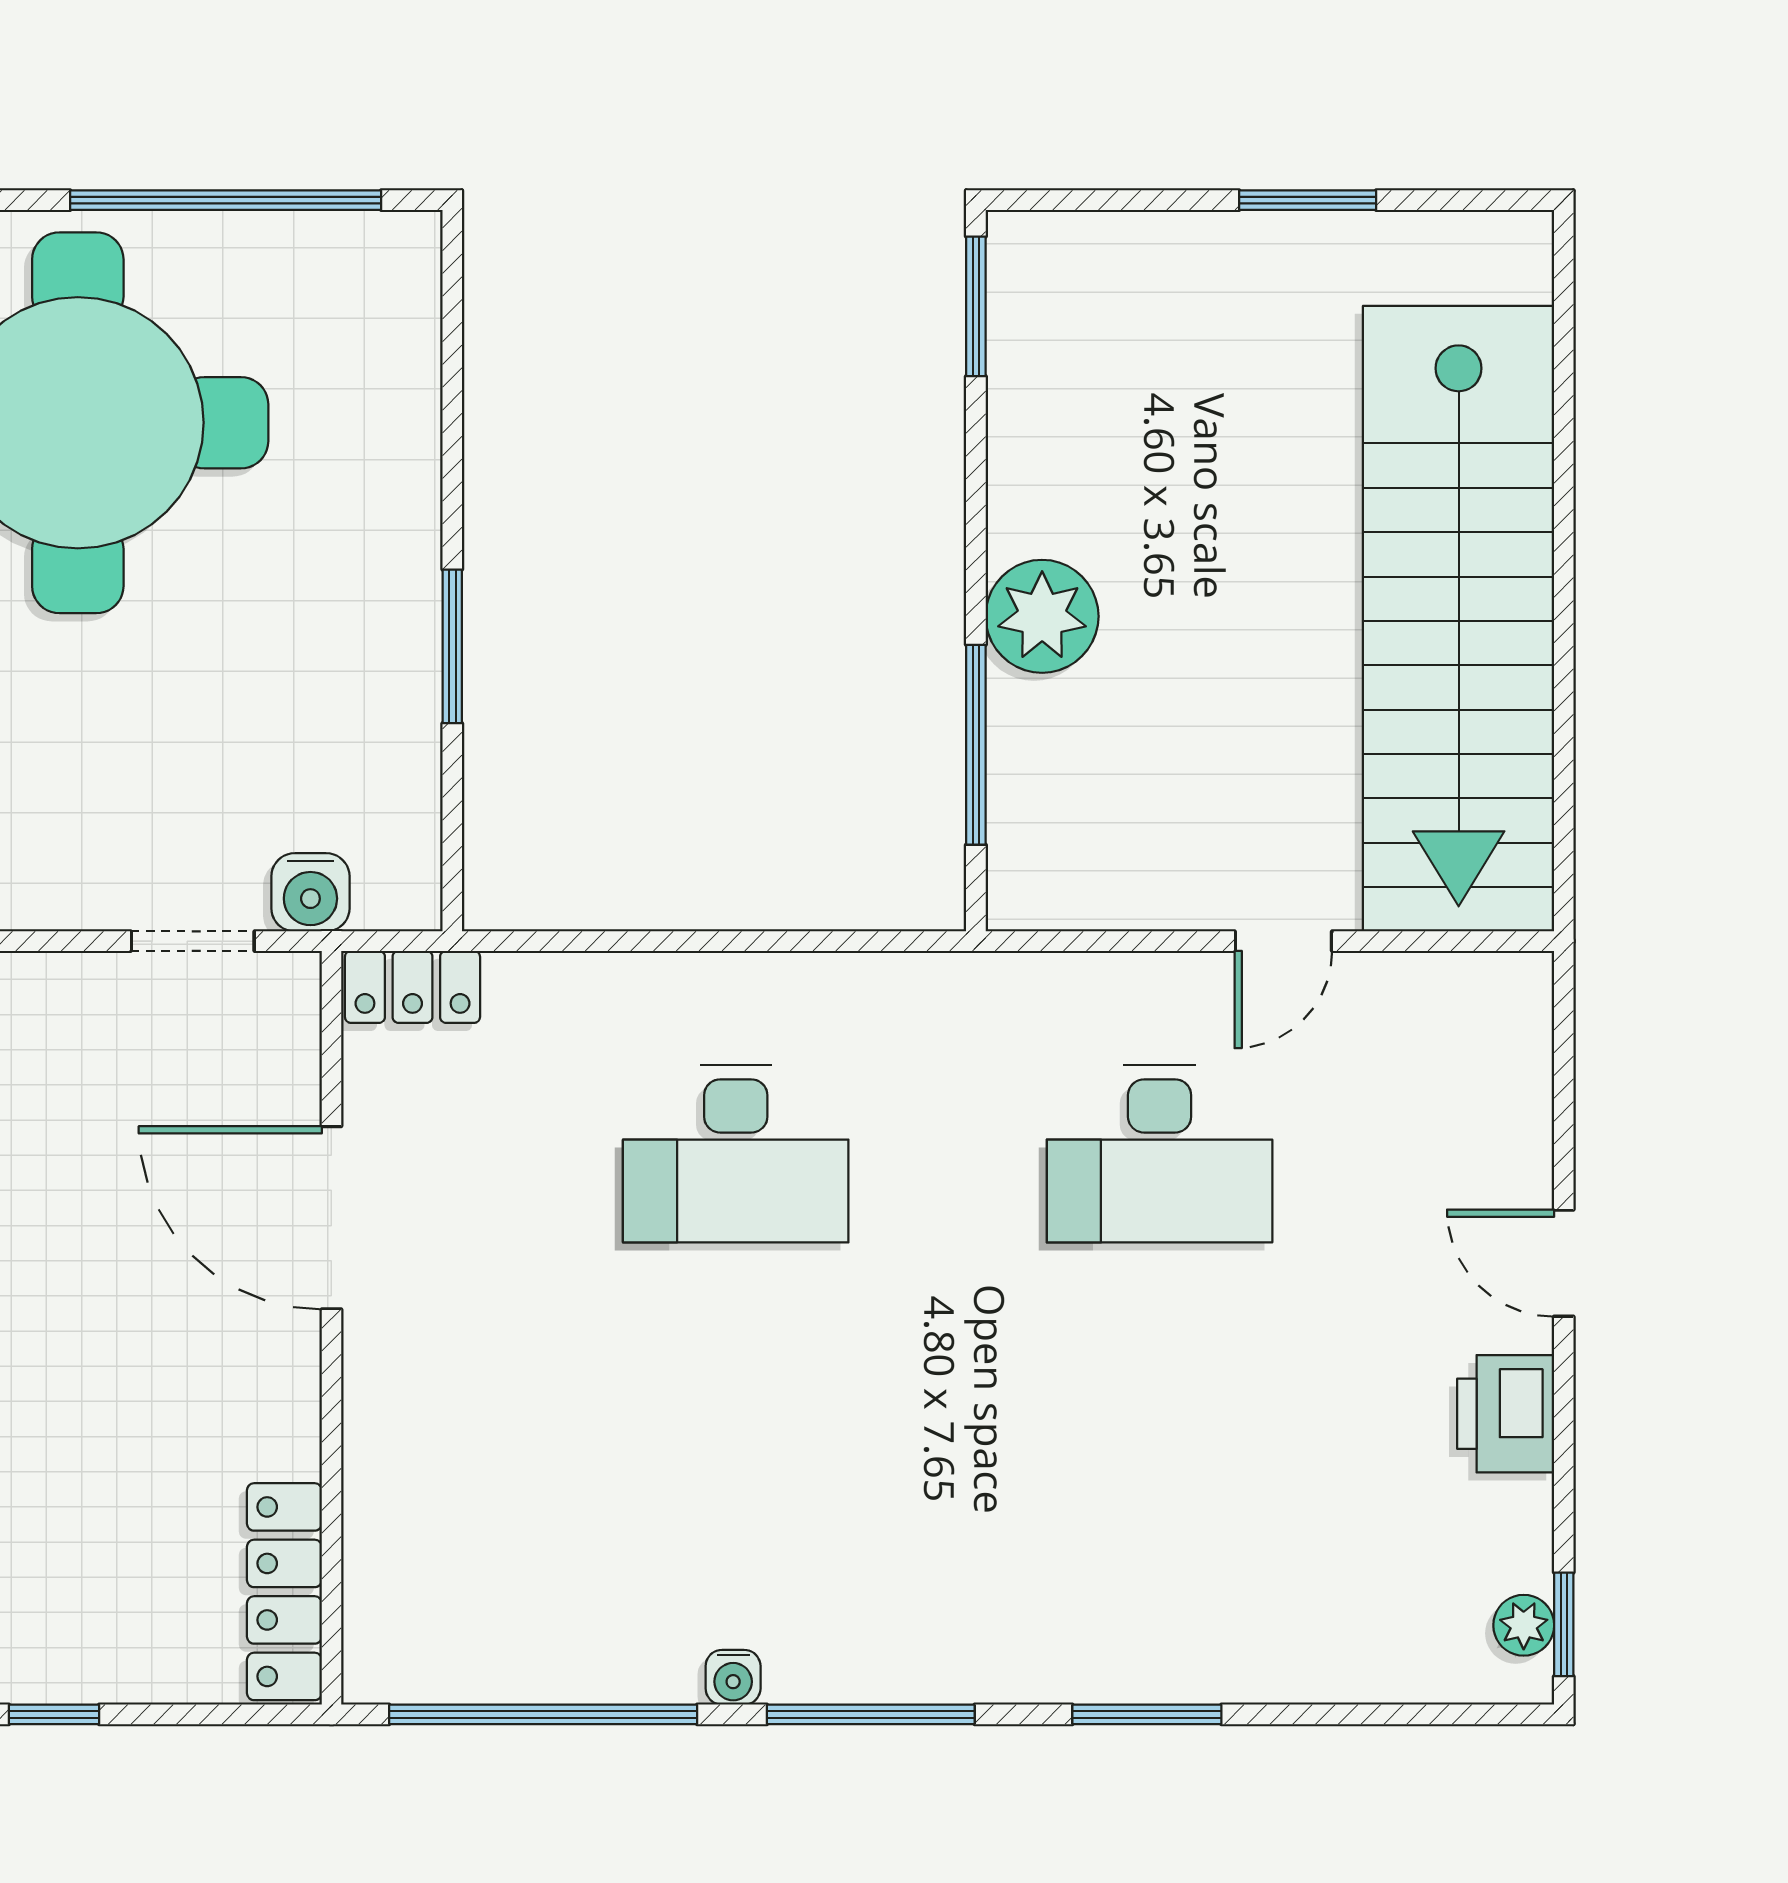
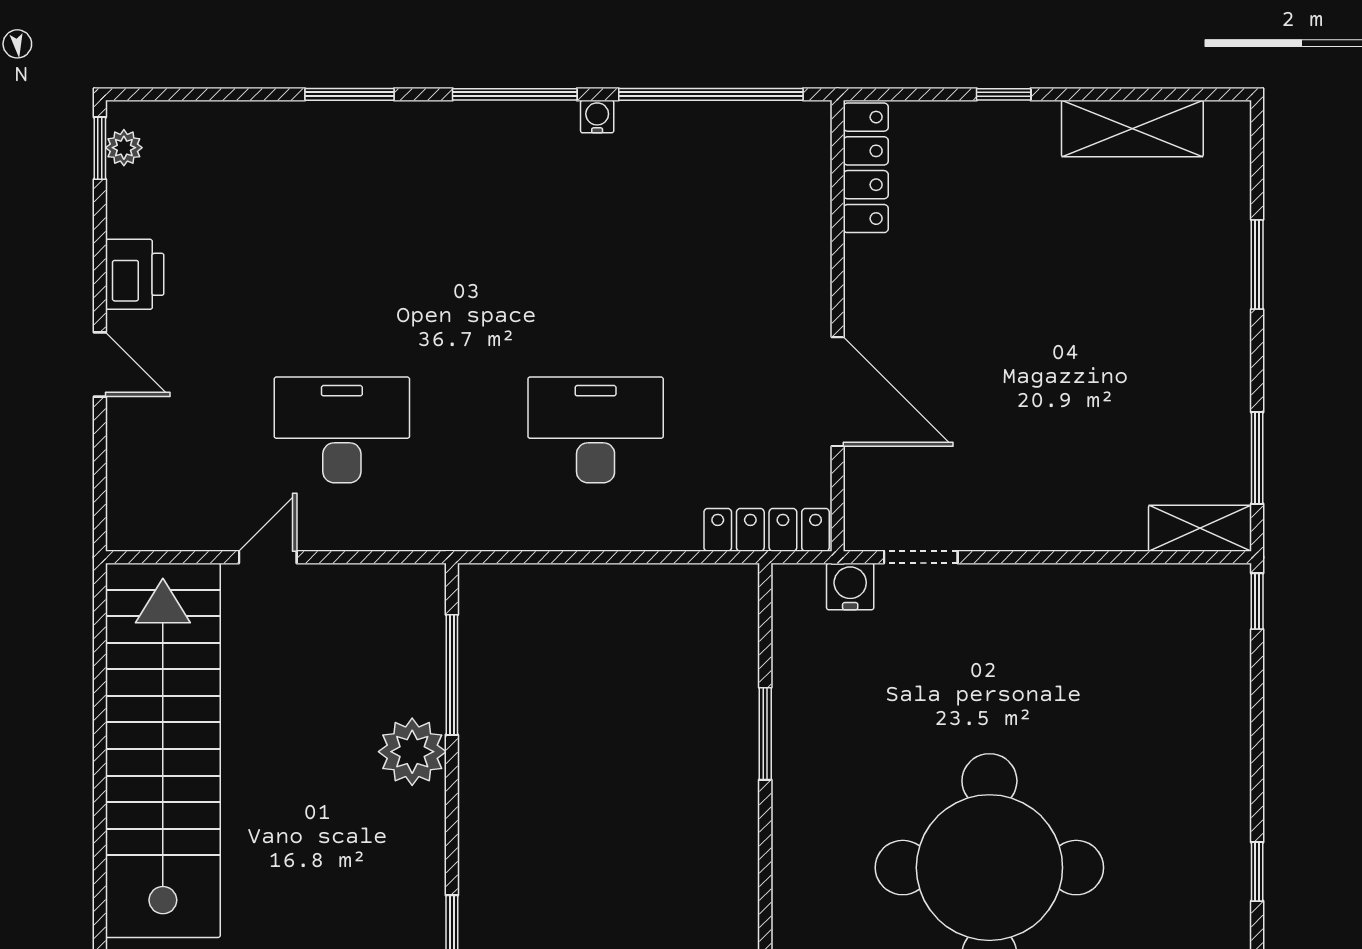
locker: (412, 987) -> (767, 530), width x1.53

